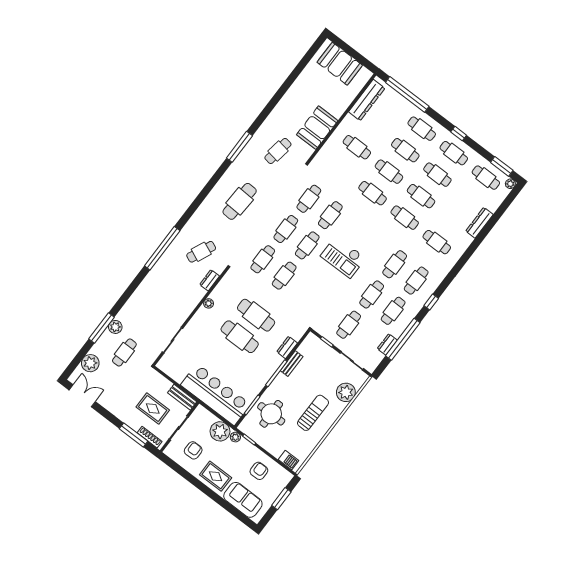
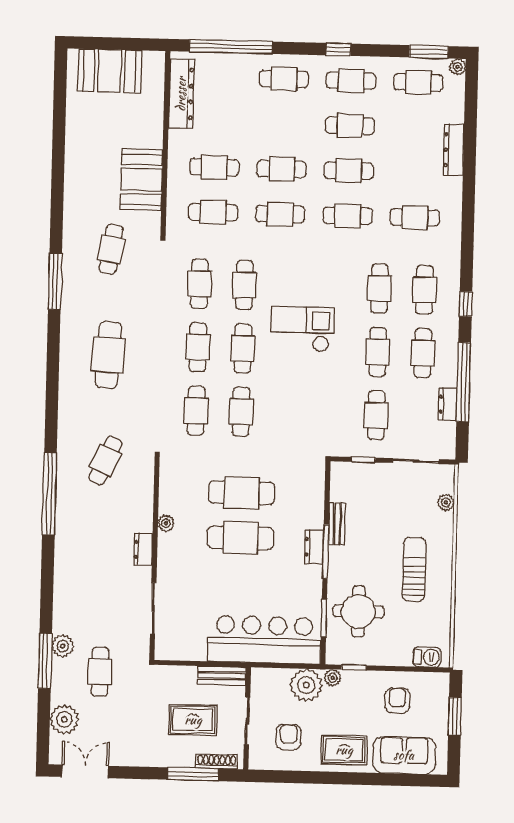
cafe table: (405, 150) -> (213, 212), moved
checkout: (343, 257) -> (303, 329), turned 180
dresser: (210, 280) -> (143, 549), moved
dresser: (287, 347) -> (314, 547), moved
plant: (346, 392) -> (446, 502), width x0.53, depth x0.53

